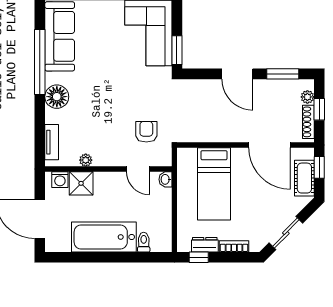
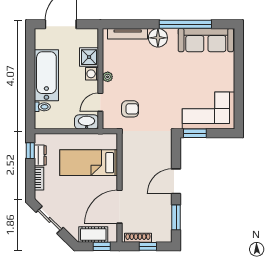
plant: (307, 97) -> (158, 237), removed
tv unit: (52, 142) -> (128, 34), width x1.41
plant: (86, 160) -> (108, 77), moved
washbasin: (166, 179) -> (87, 122), width x1.91, depth x1.45
washing machine: (60, 180) -> (92, 74), moved

